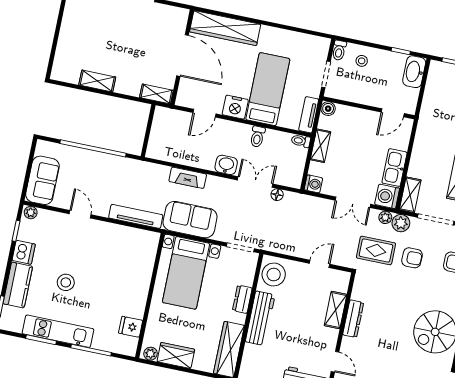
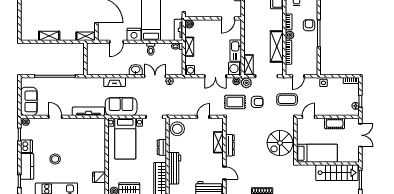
workbench: (260, 318) -> (175, 168), moved

